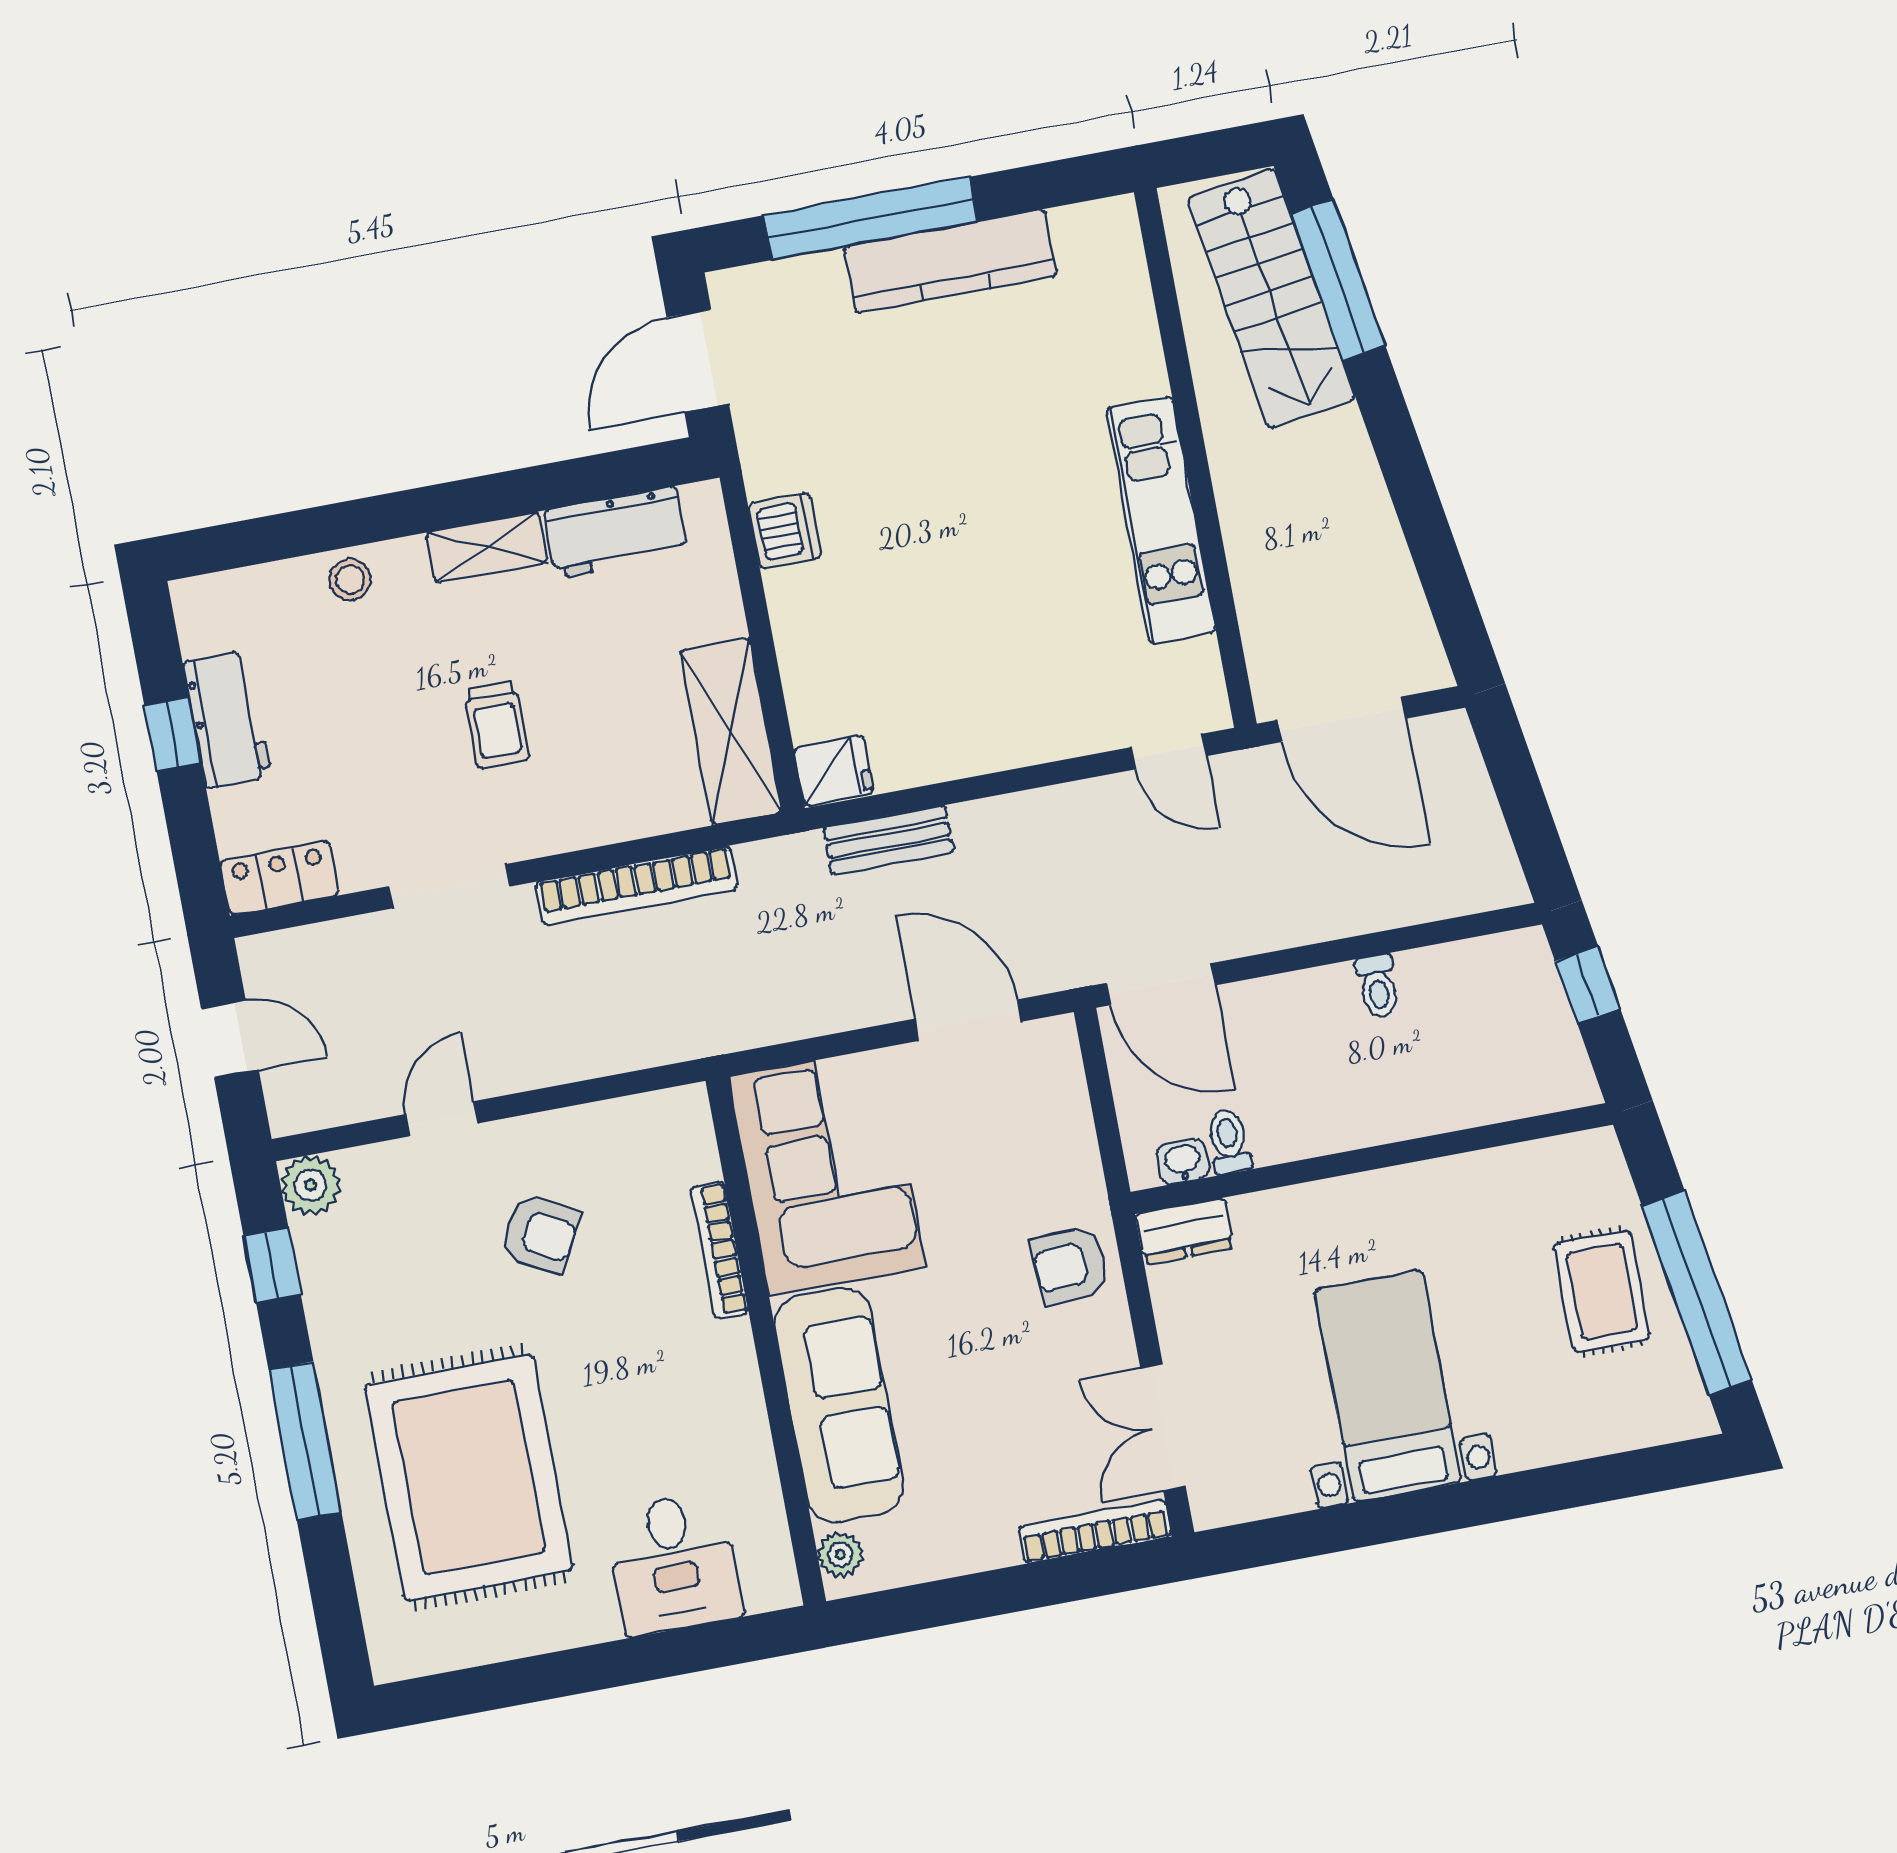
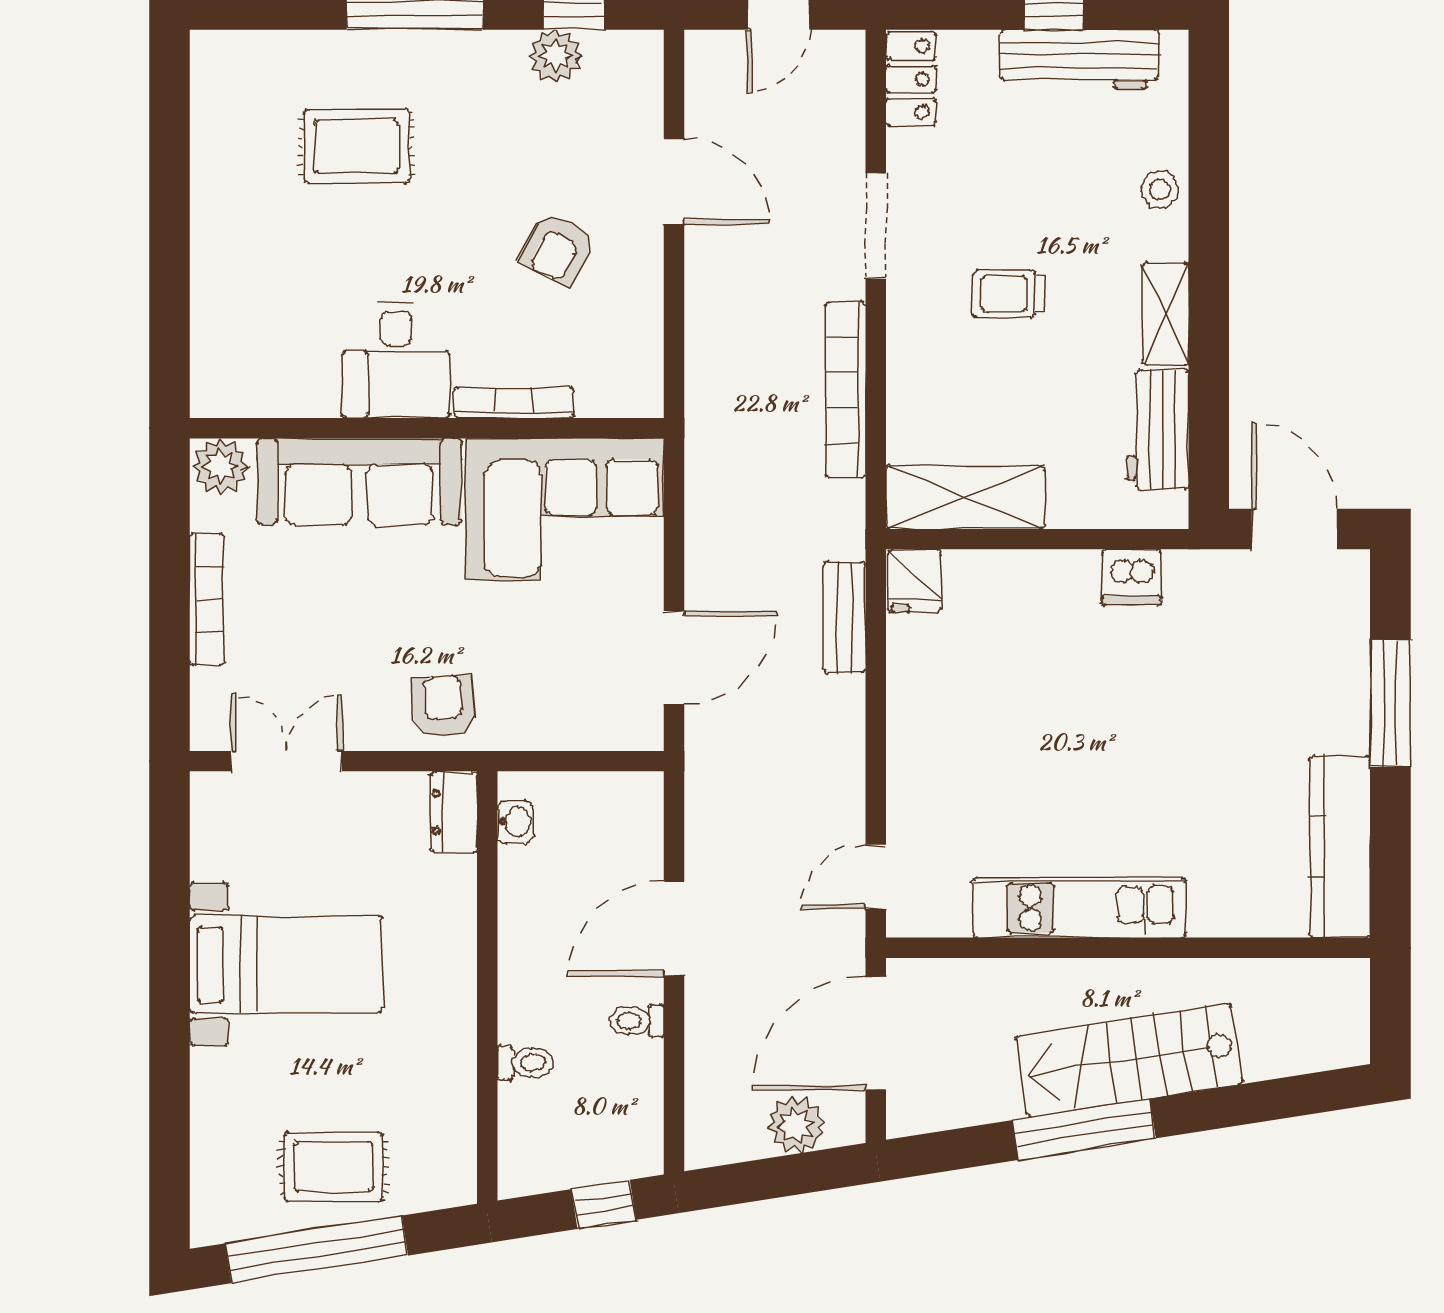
window: (871, 218) -> (1390, 703), width x0.68
kitchen counter: (951, 261) -> (1340, 847), moved
window: (1338, 280) -> (1084, 1129), moved
stairs: (1272, 298) -> (1129, 1060), moved
workbench: (227, 719) -> (1080, 59), width x1.38
plant: (1460, 788) -> (796, 1125), added
door: (1161, 984) -> (674, 929), moved
door: (442, 1119) -> (674, 181), width x1.38
toilet: (1229, 1142) -> (525, 1063), moved
plant: (311, 1185) -> (556, 56), moved
rug: (469, 1477) -> (356, 146), width x0.54, depth x0.49
bookcase: (1095, 1531) -> (207, 599), moved
plant: (840, 1554) -> (221, 466), width x1.38, depth x1.38
desk: (674, 1563) -> (396, 360), moved, turned -90

